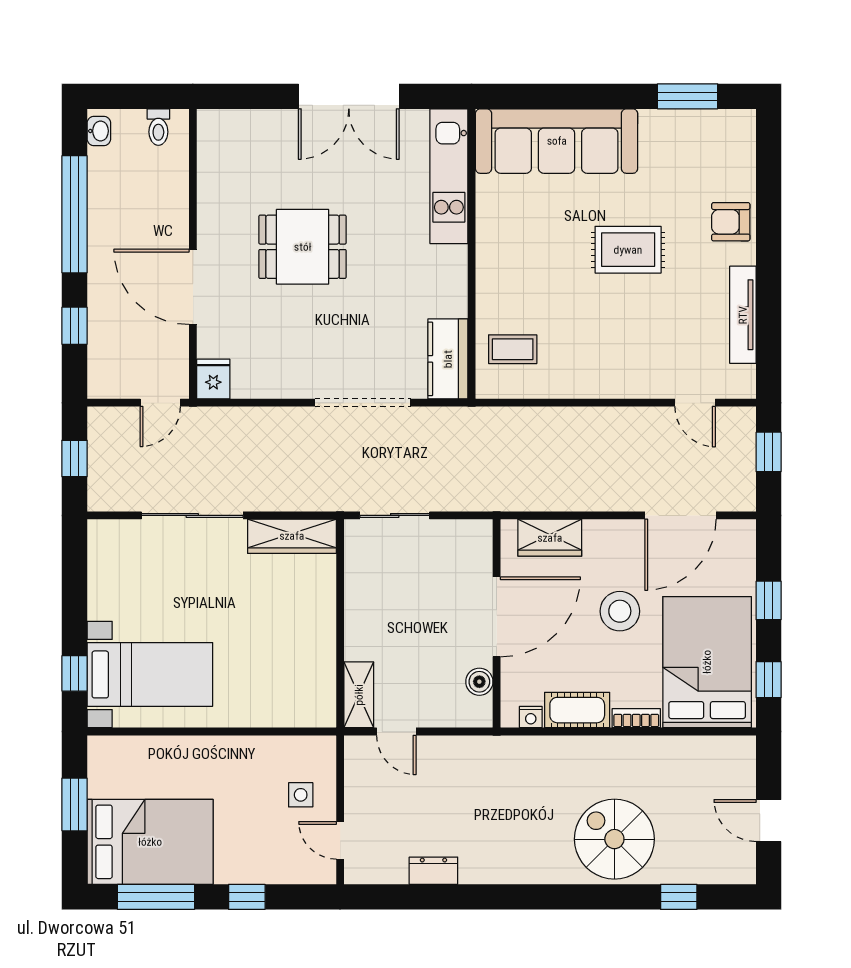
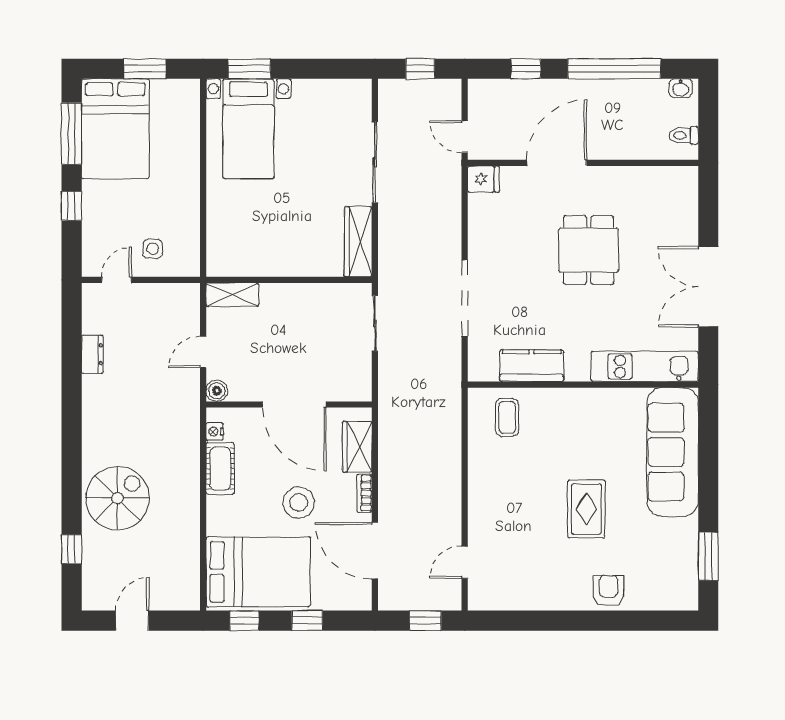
tv unit: (743, 315) -> (535, 600), removed
kitchen counter: (448, 359) -> (532, 366), moved
window: (74, 673) -> (249, 69), width x1.50
boiler: (479, 682) -> (217, 391), moved
bookcase: (636, 718) -> (364, 493), moved, turned 180
door: (396, 732) -> (203, 352), moved

